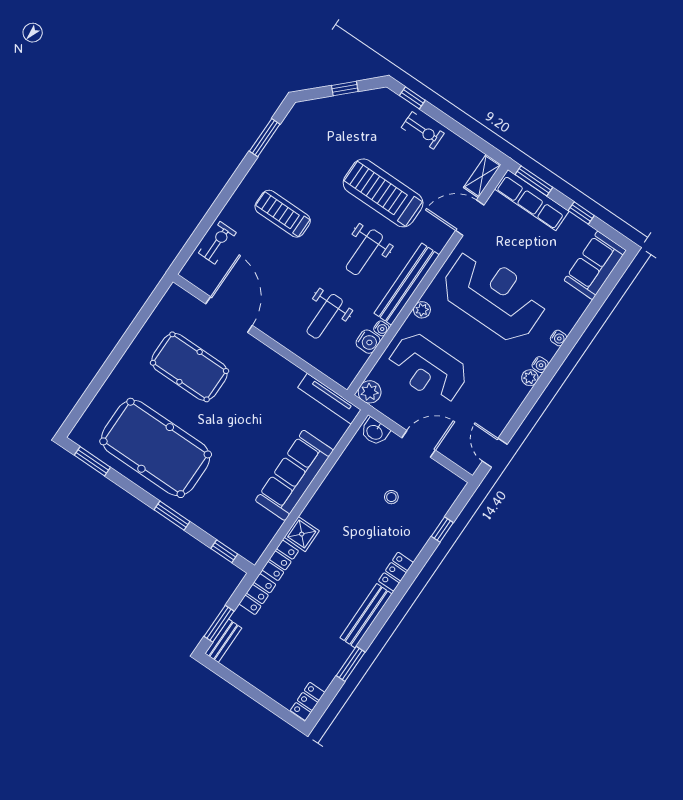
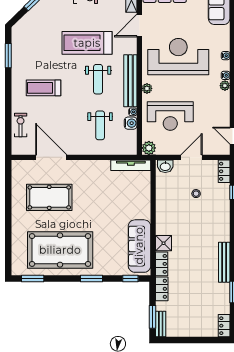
sofa: (294, 475) -> (139, 246), moved
locker: (396, 572) -> (224, 171), moved

